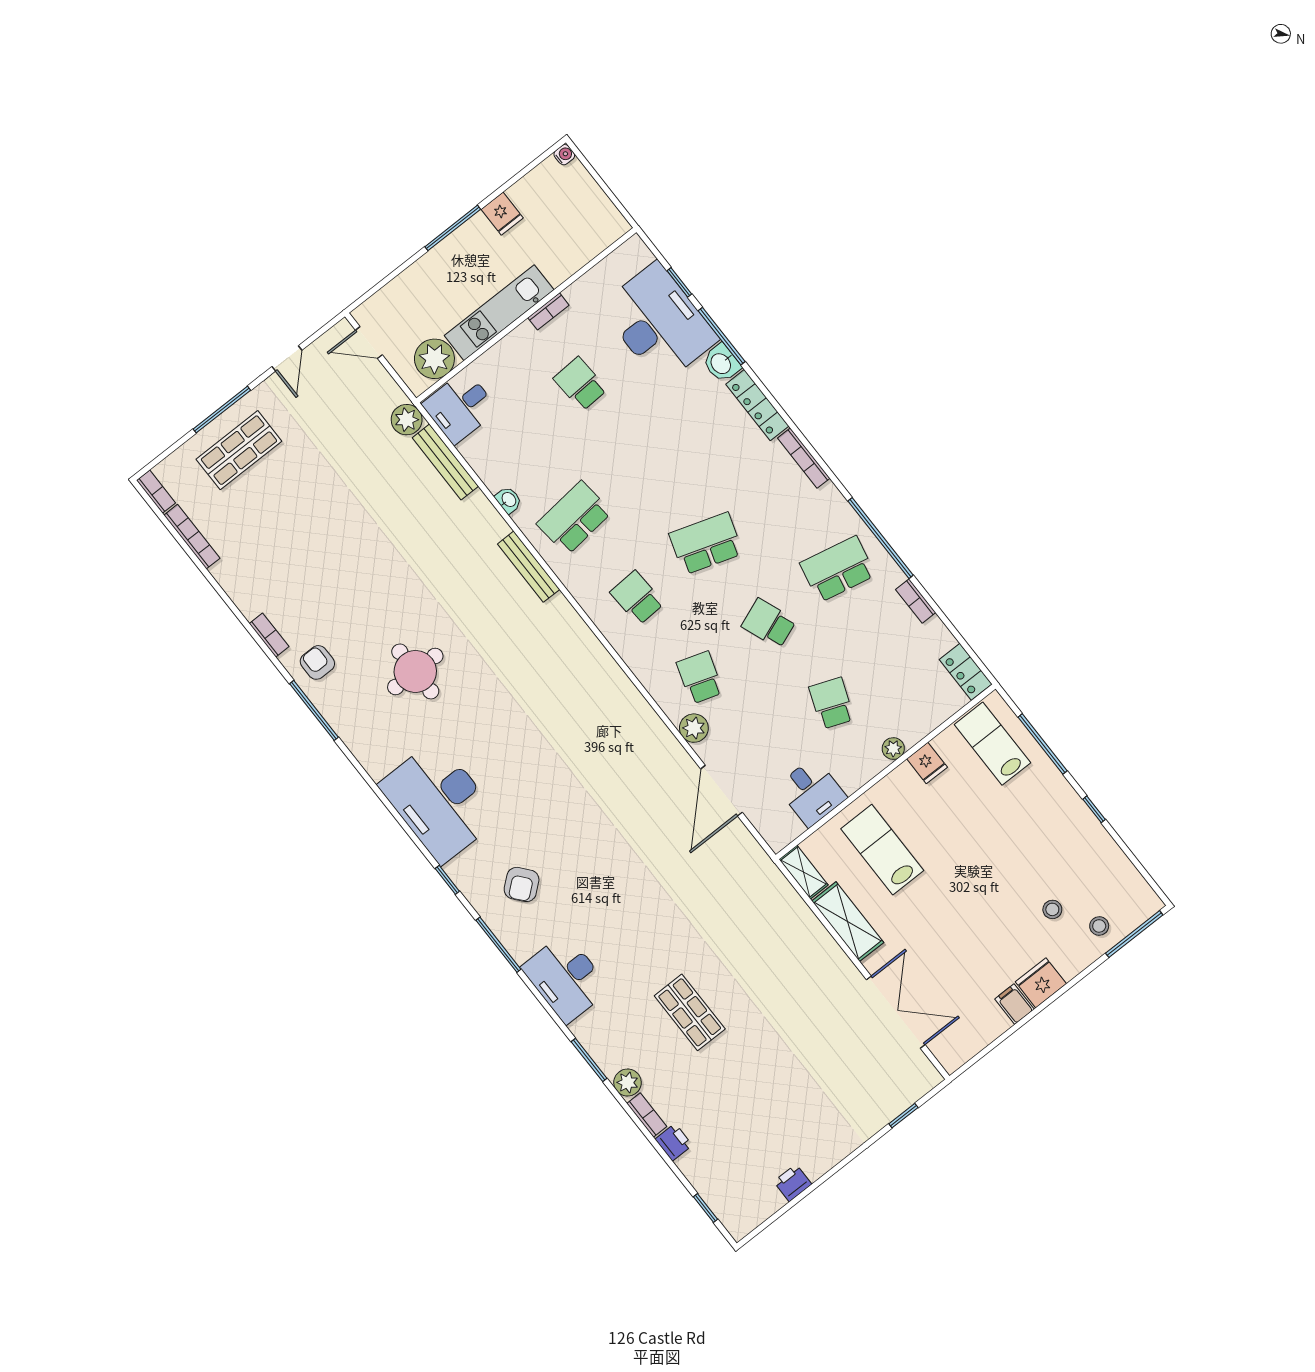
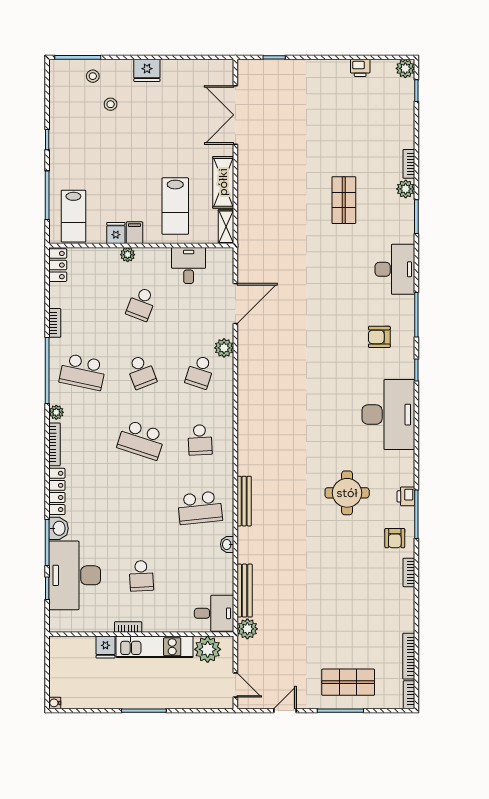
fridge: (502, 214) -> (105, 647), moved, turned 180
plant: (831, 497) -> (56, 412), added
armchair: (522, 884) -> (379, 337), turned -140
filing cabinet: (1014, 1004) -> (135, 233), moved, turned 180
printer: (674, 1142) -> (406, 496), moved
plant: (739, 1224) -> (405, 68), added

